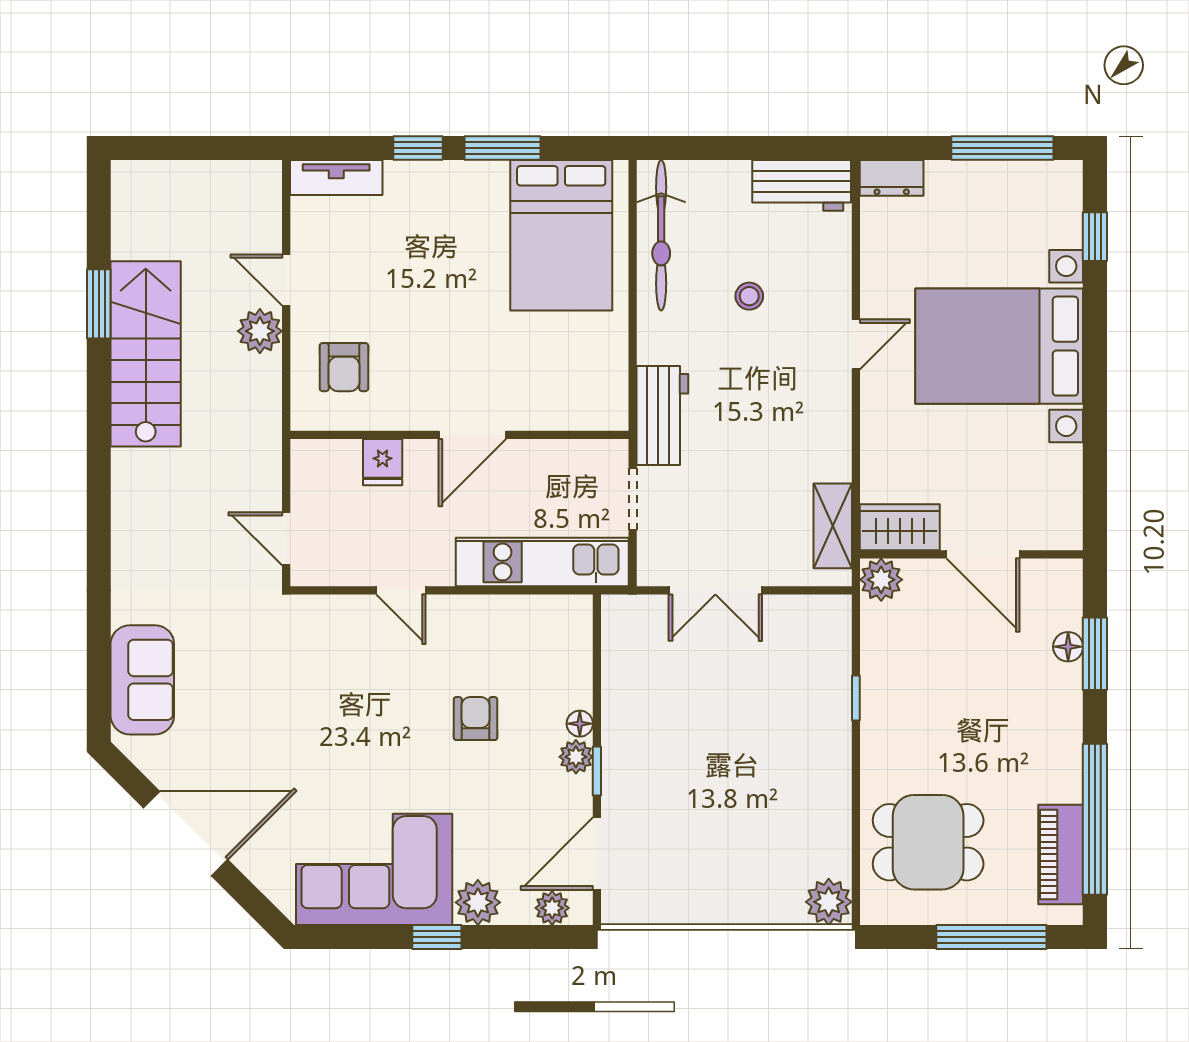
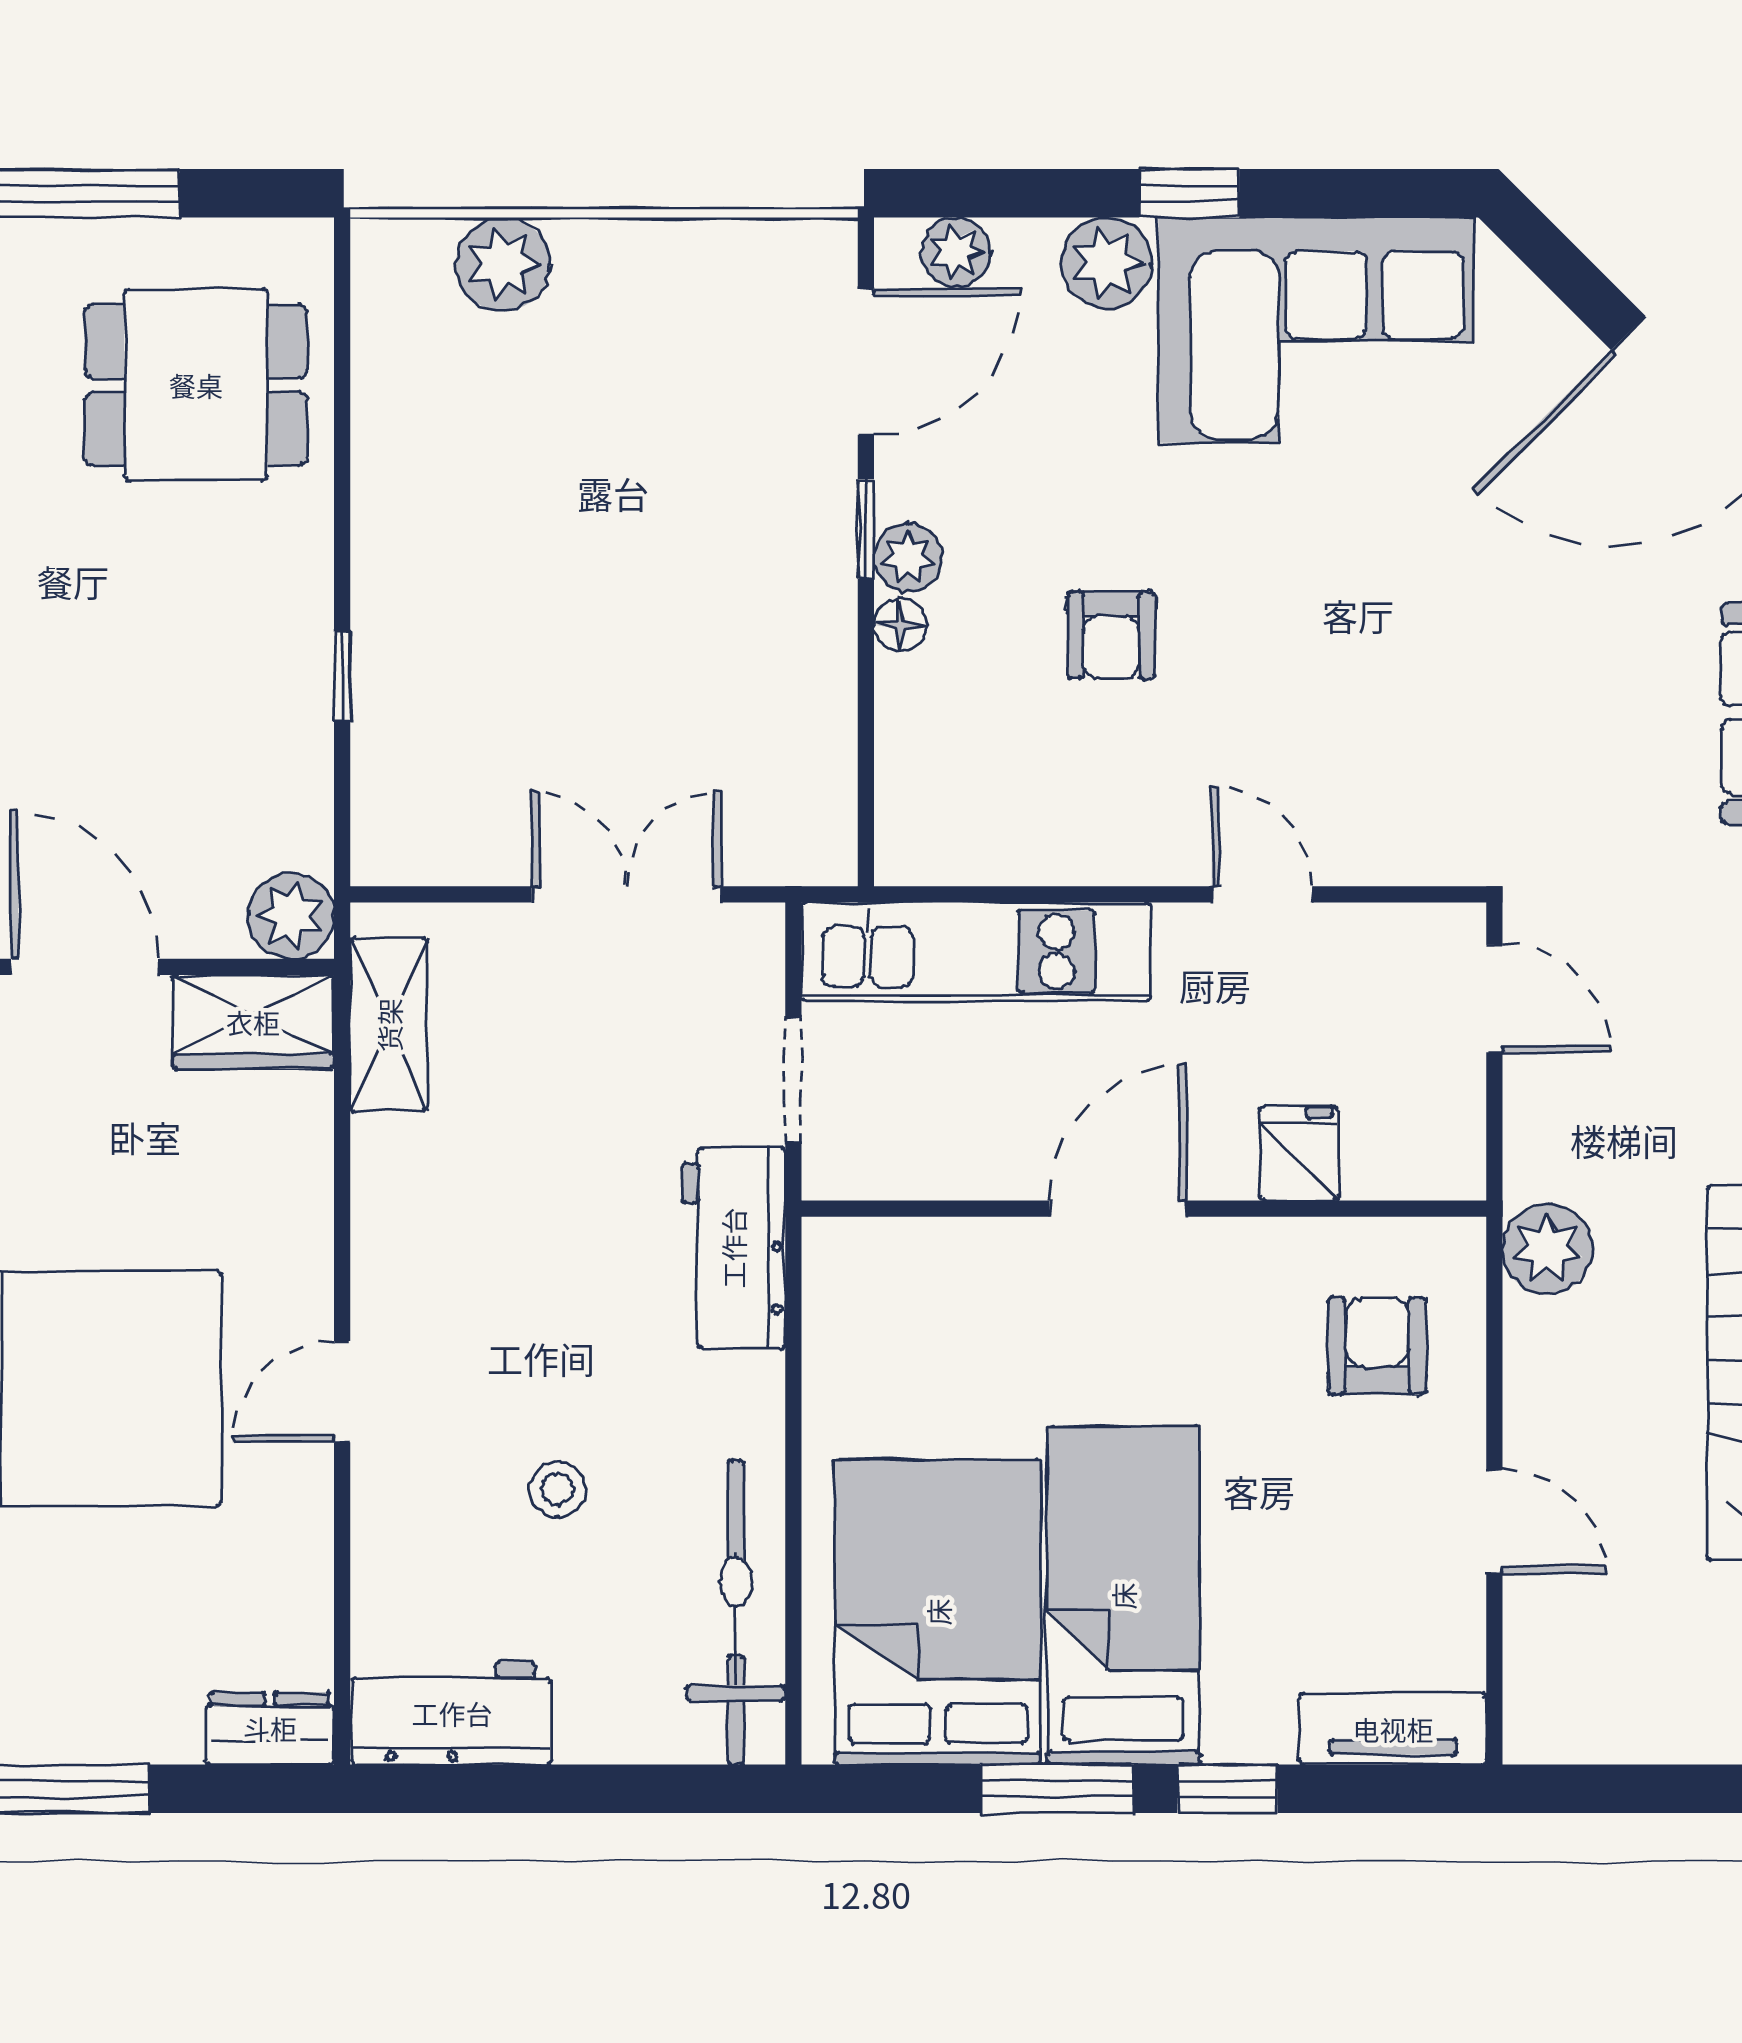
bed: (470, 244) -> (1123, 1596), added
plant: (260, 331) -> (1547, 1249), moved
plant: (829, 902) -> (503, 264), moved

